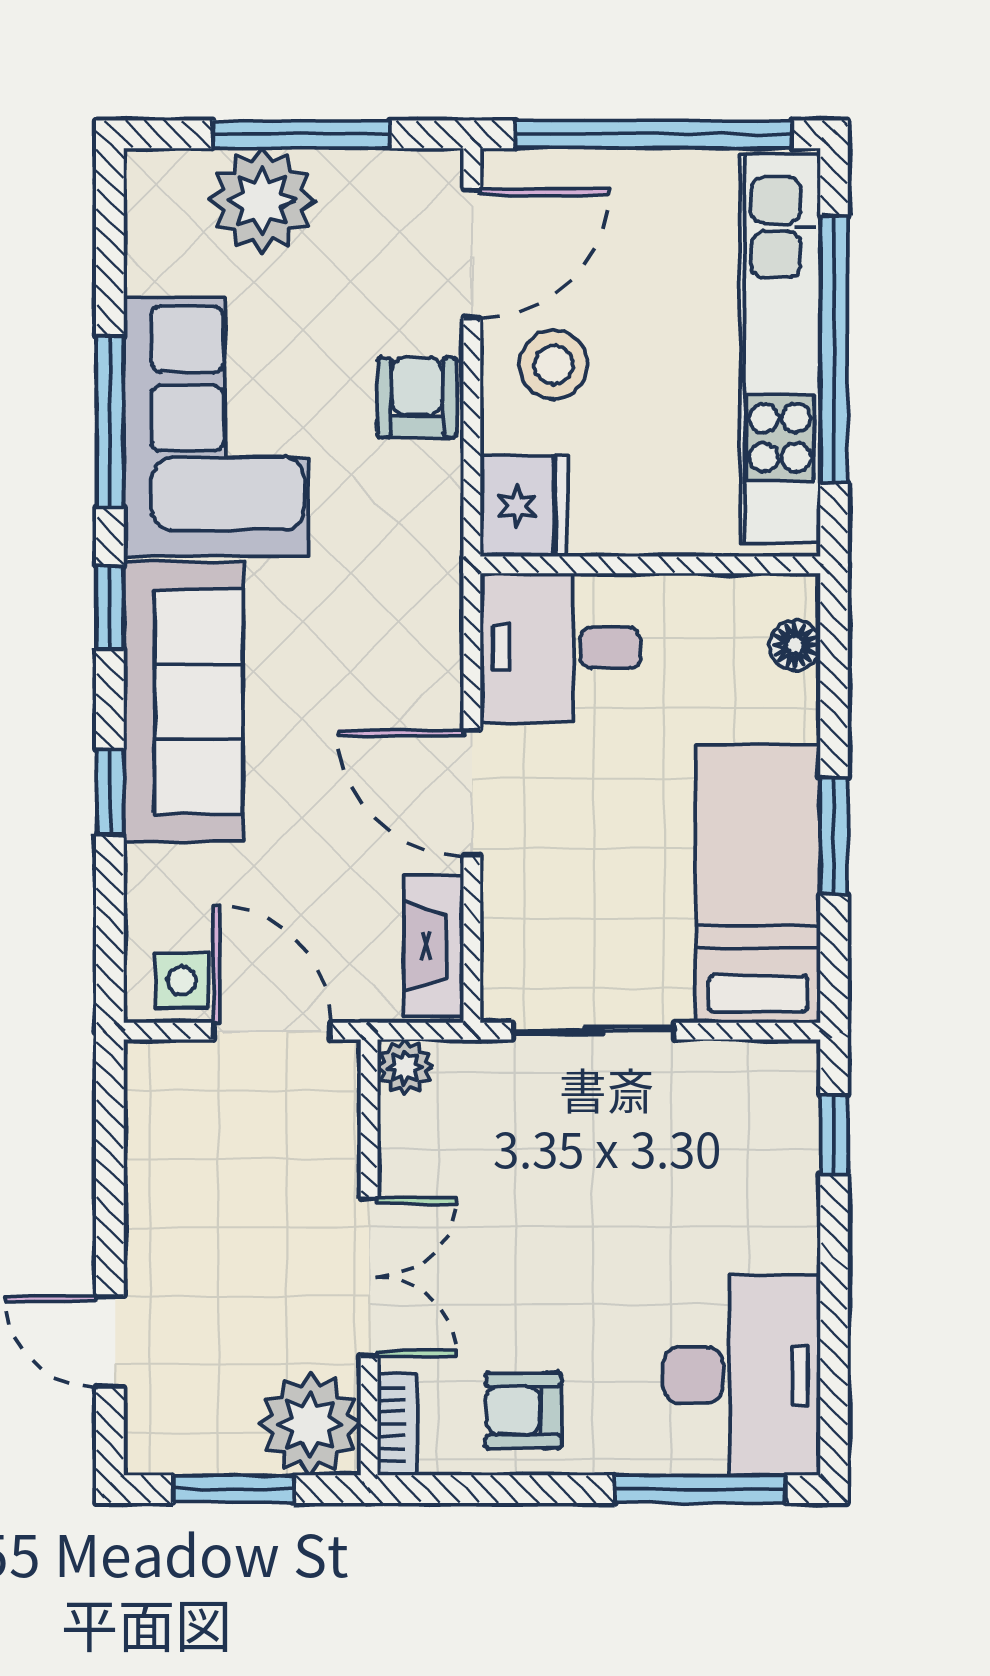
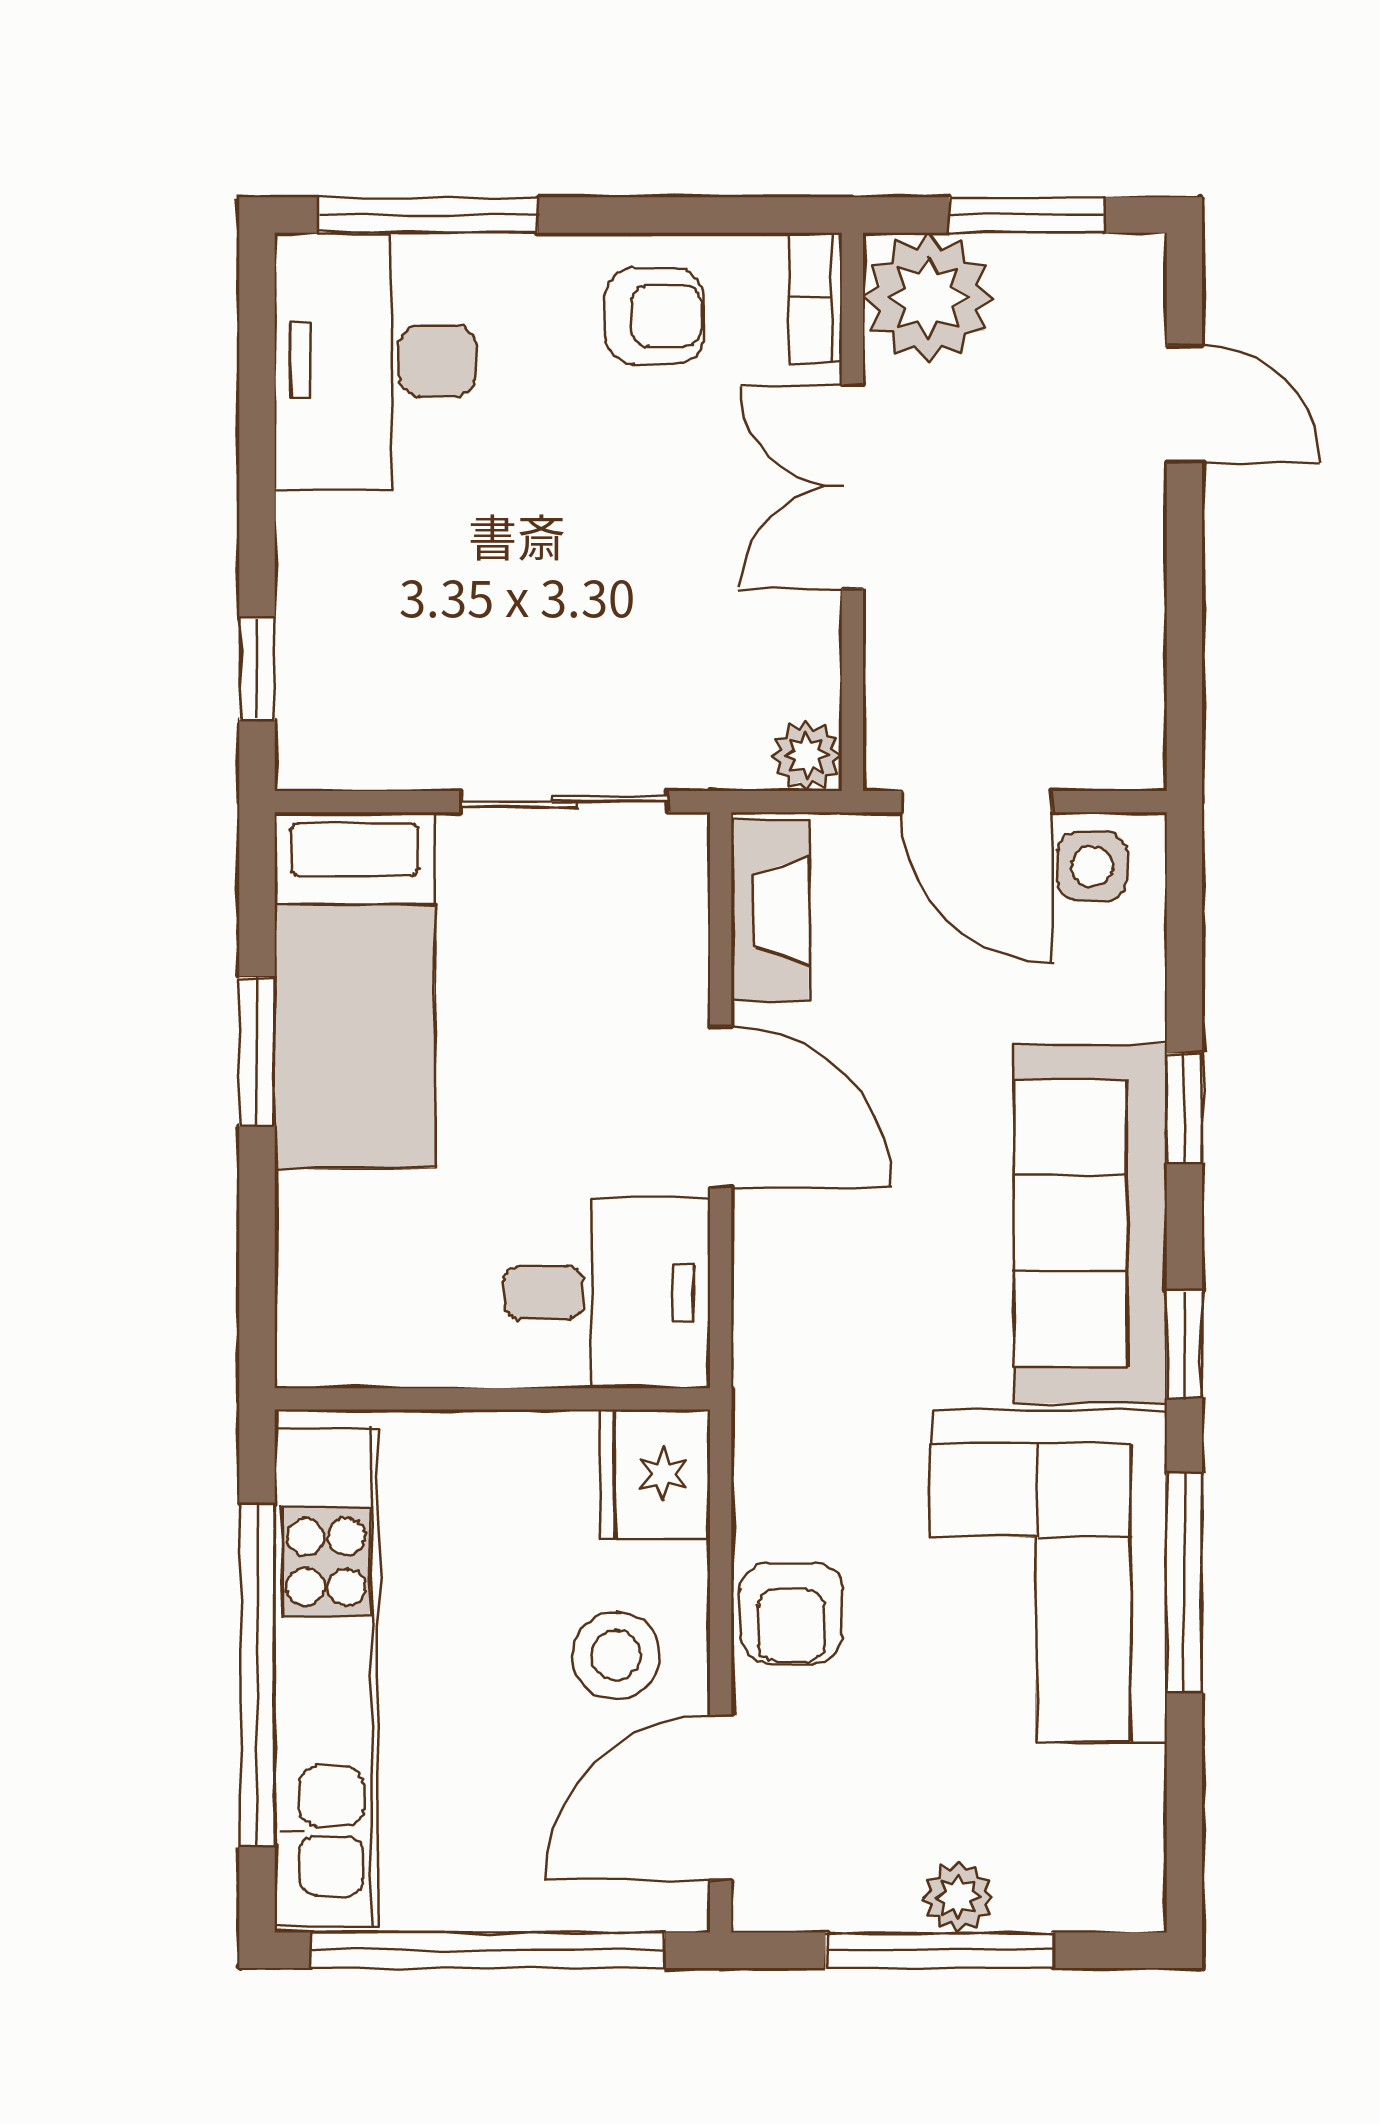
plant: (262, 200) -> (958, 1897), width x0.53, depth x0.53
floor lamp: (795, 645) -> (307, 1296), removed

